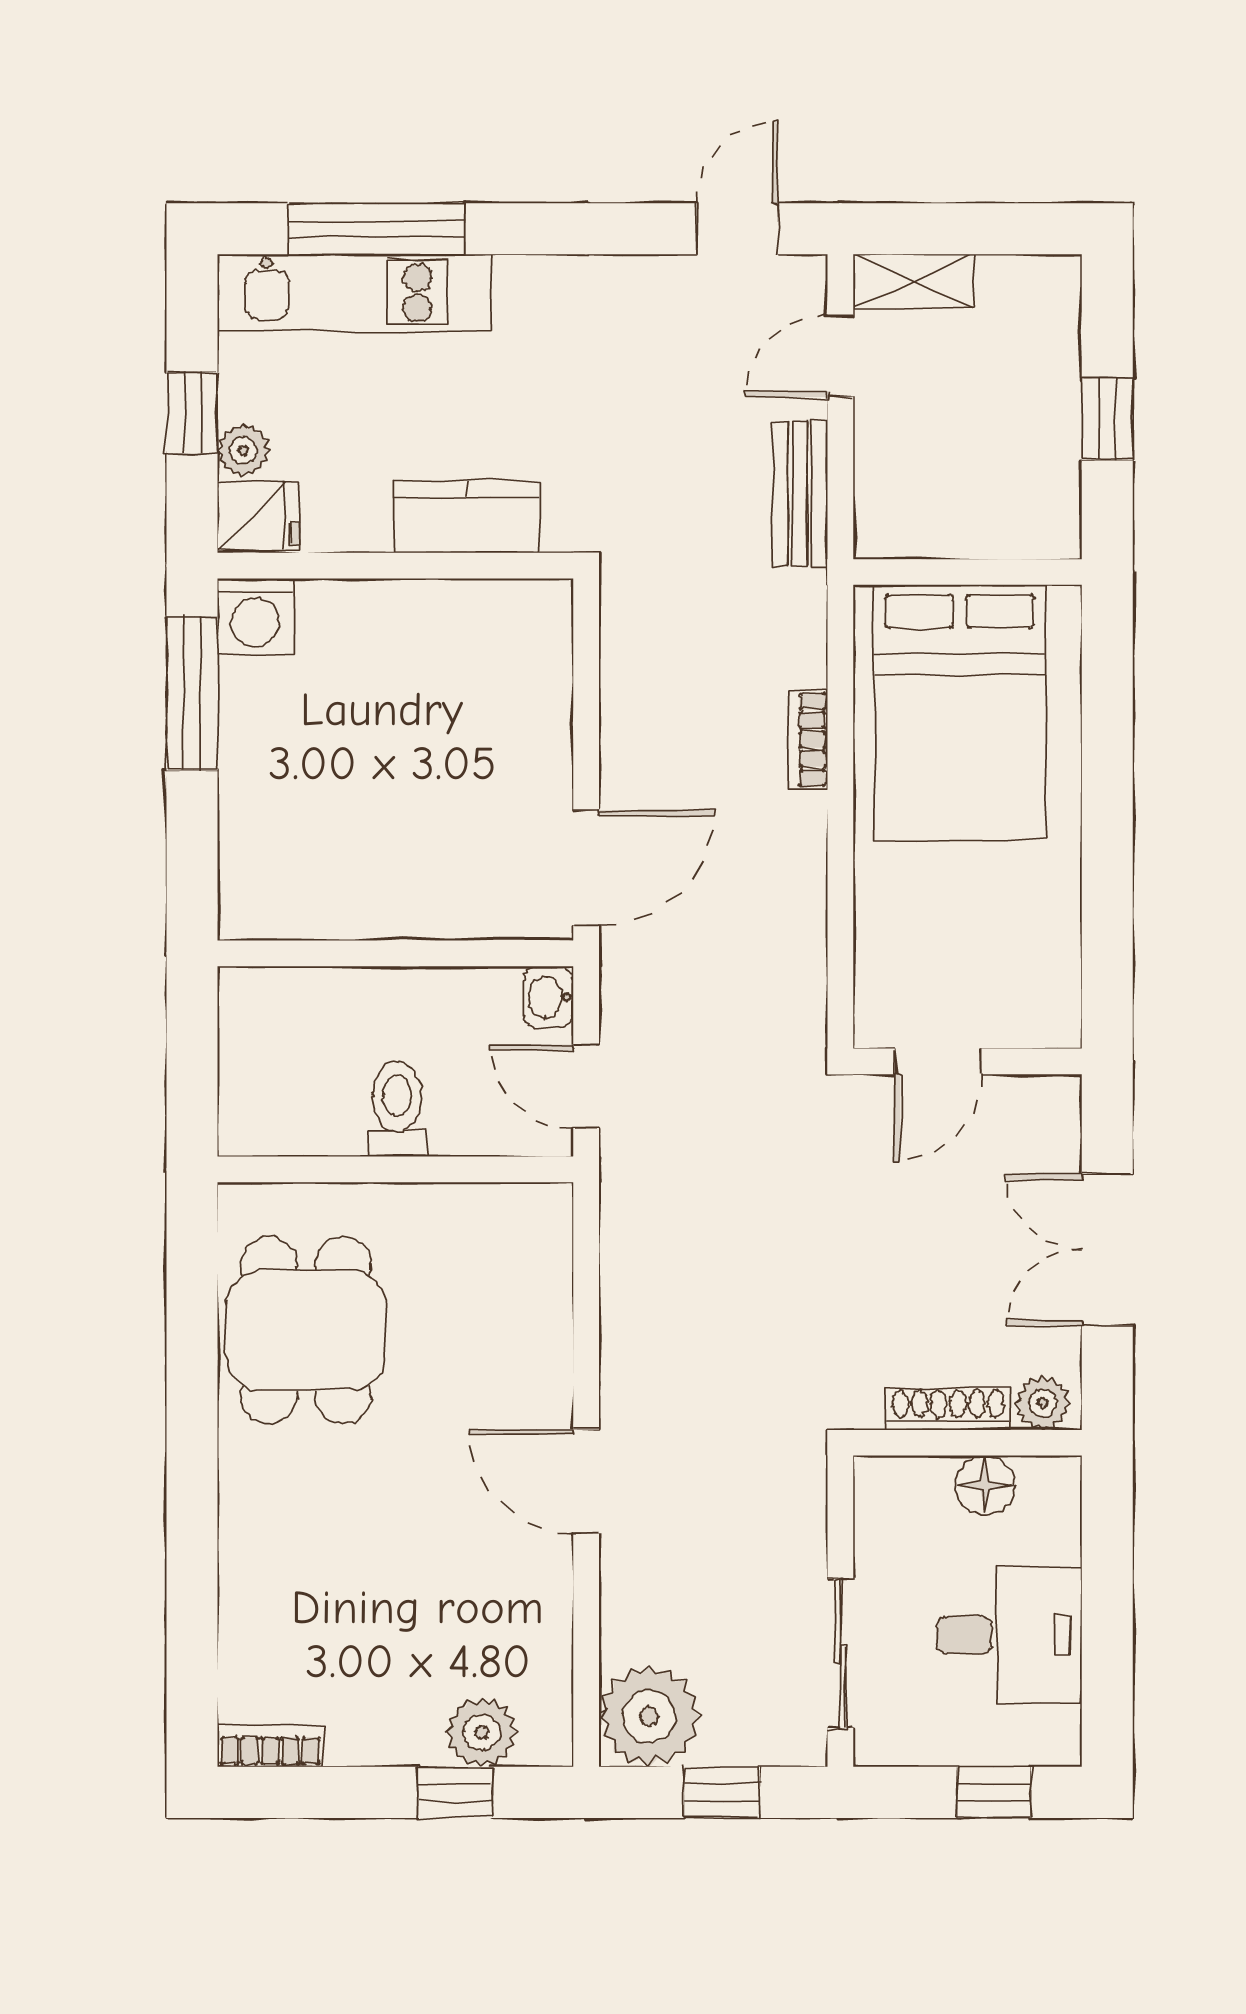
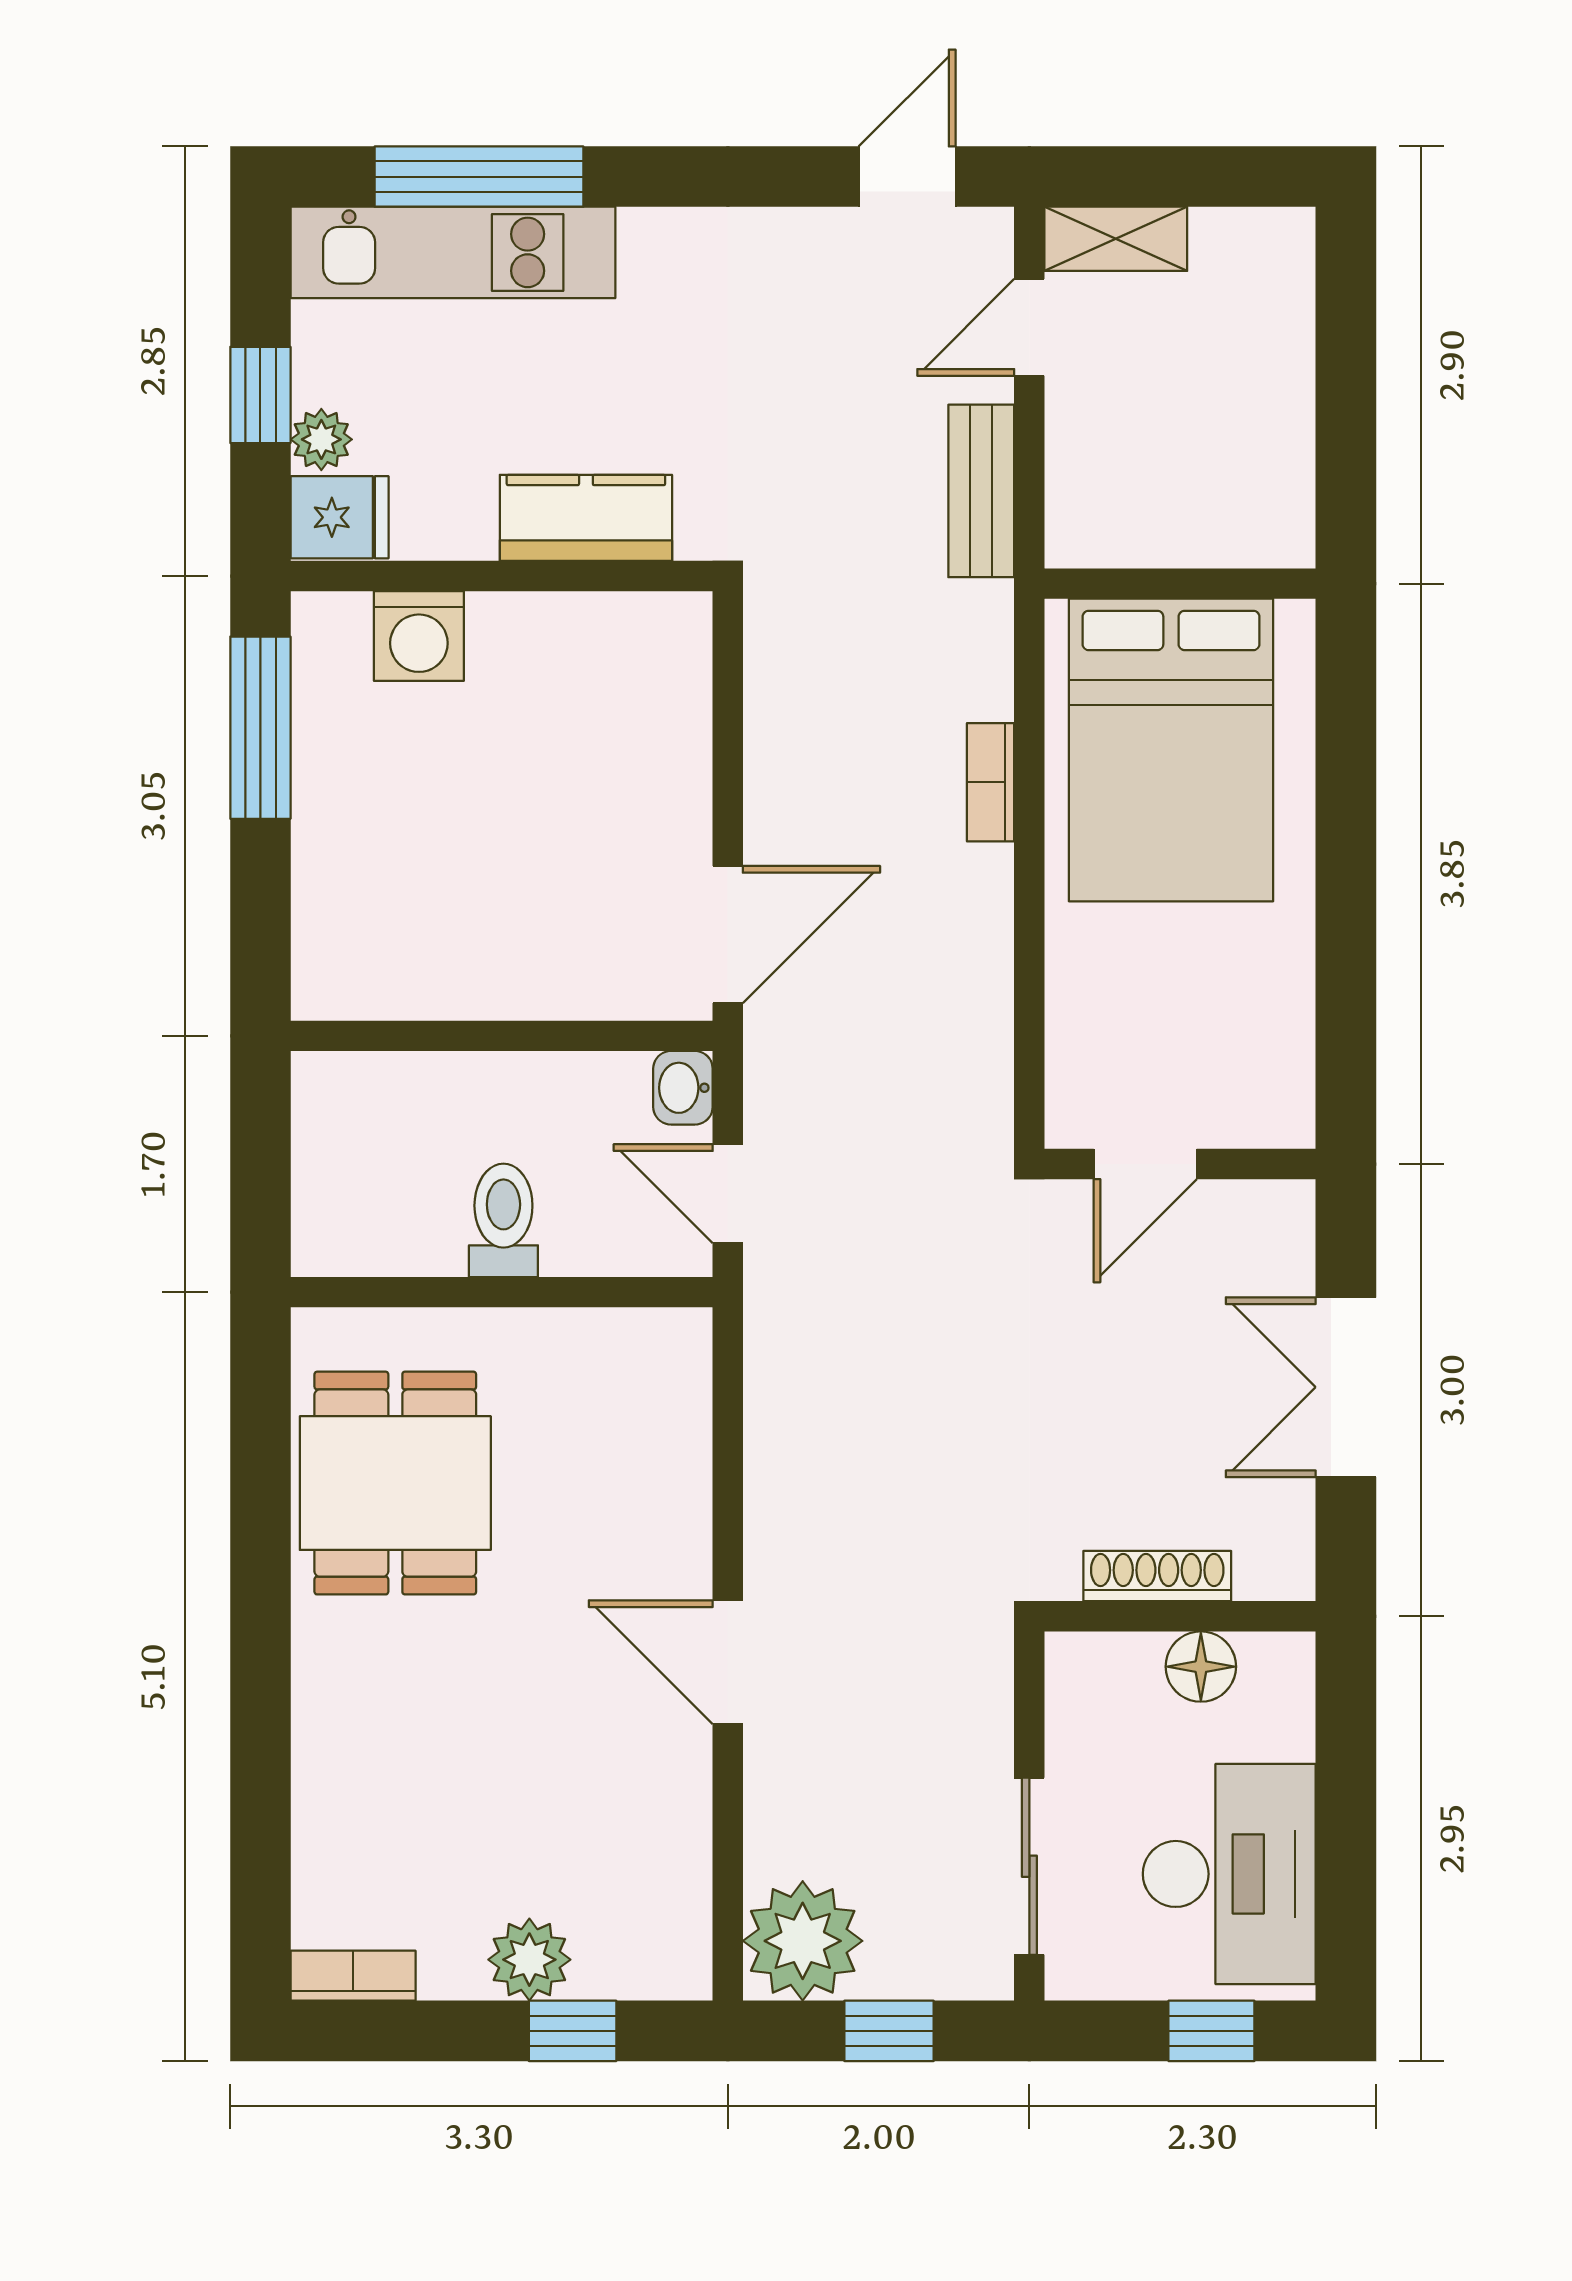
window: (1107, 419) -> (1346, 402), removed
washing machine: (255, 616) -> (419, 636), moved
plant: (1043, 1403) -> (1269, 1569), removed
desk: (1009, 1635) -> (1229, 1874), width x1.37
plant: (482, 1732) -> (529, 1960), moved

